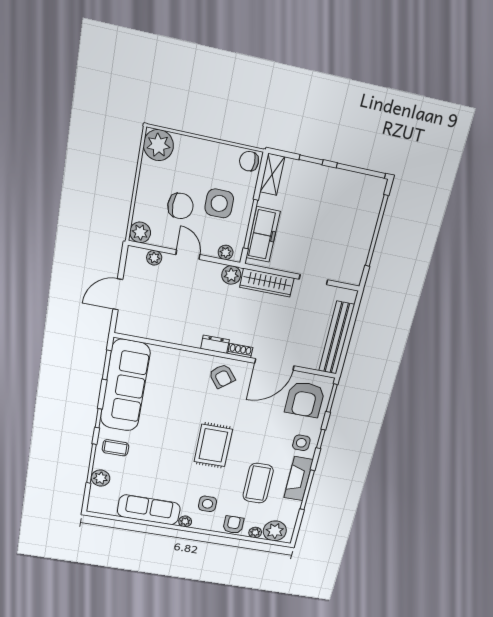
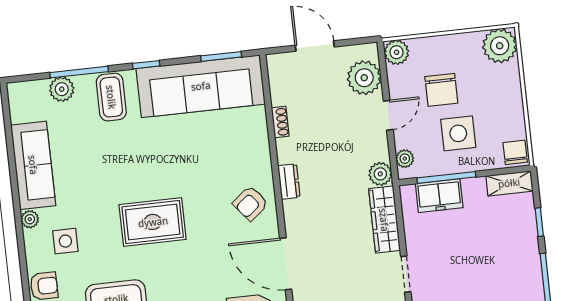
freezer: (263, 235) -> (439, 196), width x0.71
plant: (154, 258) -> (364, 78), width x1.87, depth x1.87
shoe rack: (240, 351) -> (280, 122), moved
coffee table: (115, 448) -> (111, 97), width x1.36, depth x1.30

